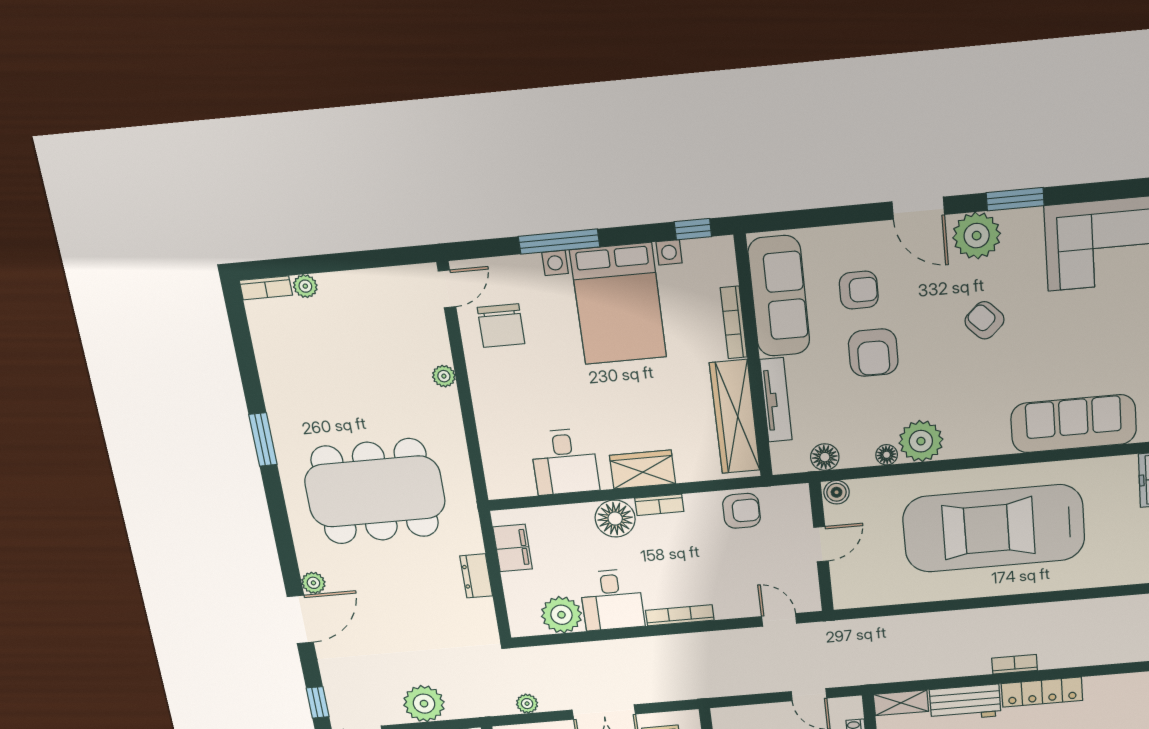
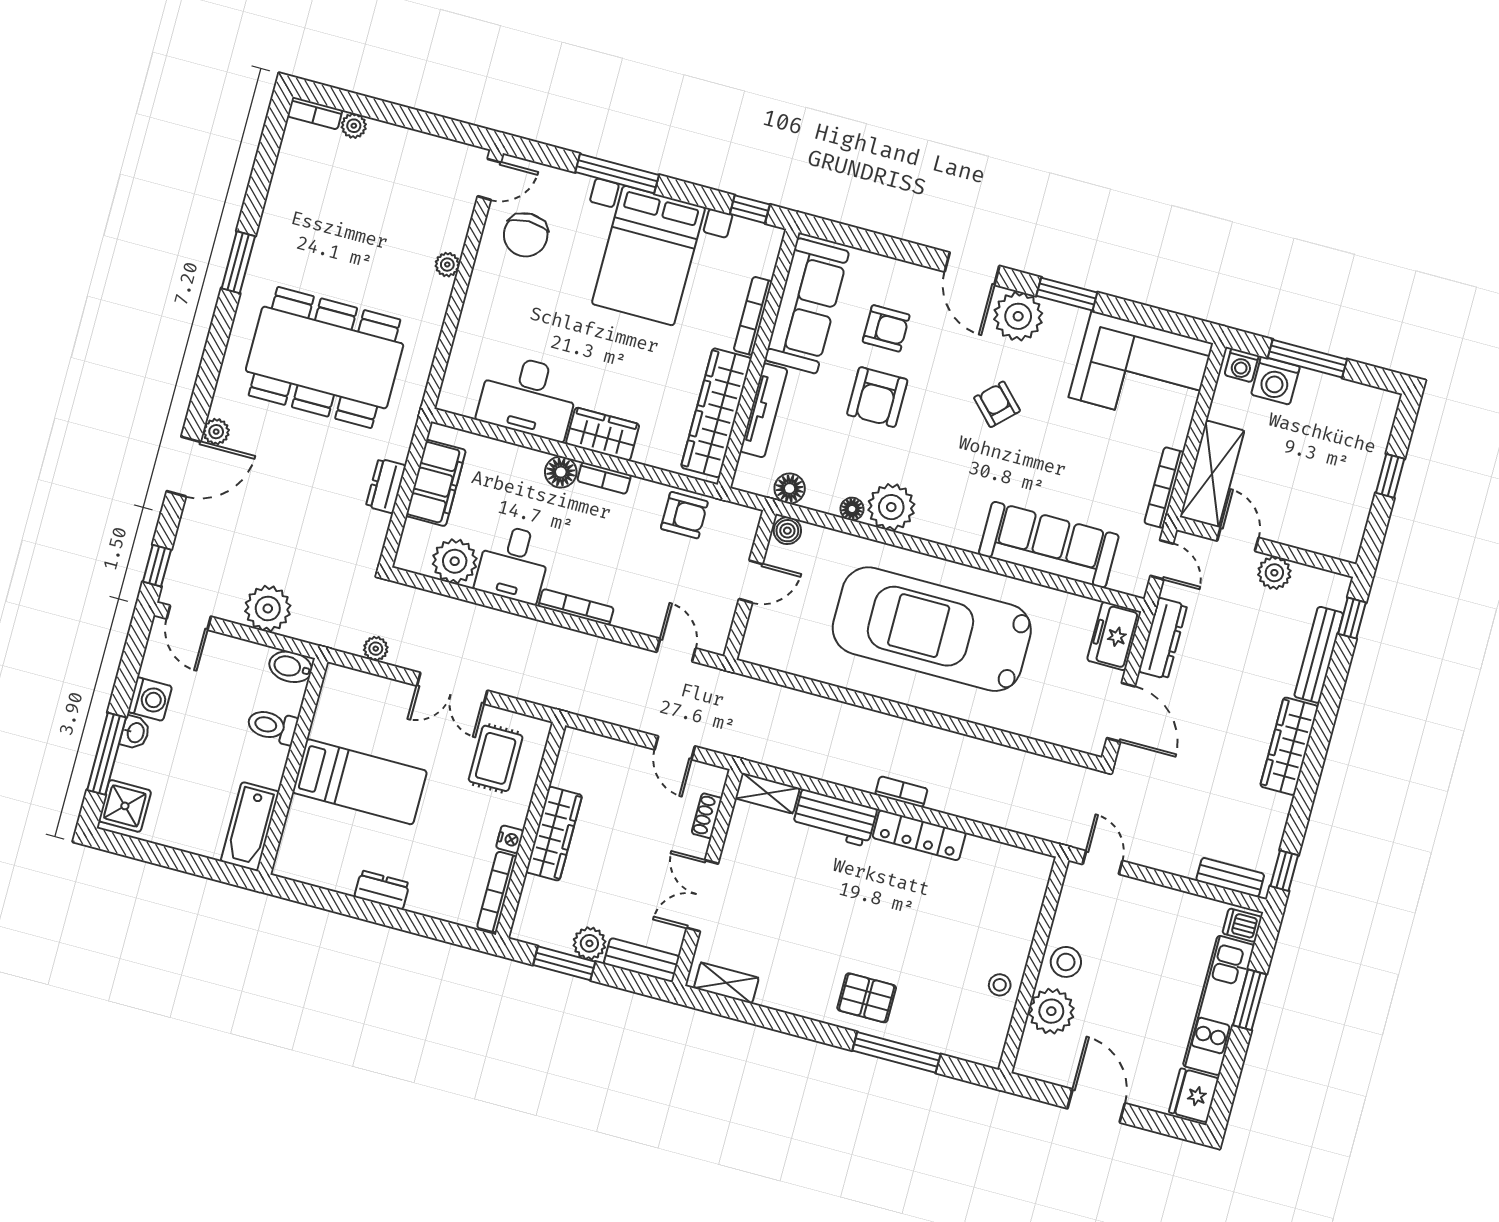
desk: (565, 462) -> (528, 397), width x1.37
floor lamp: (615, 519) -> (561, 472), width x0.73, depth x0.73
filing cabinet: (513, 548) -> (436, 483), width x1.50, depth x1.17

